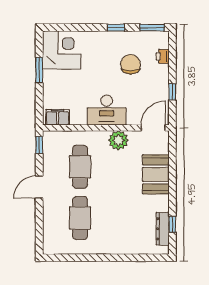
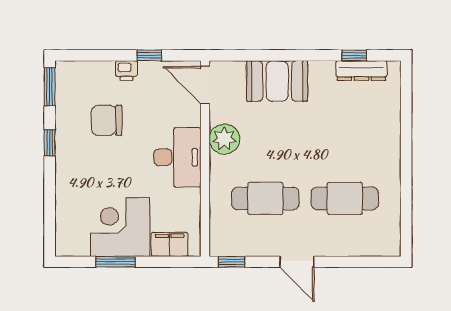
corner desk: (62, 50) -> (120, 227), moved
printer: (163, 56) -> (127, 71), moved
filing cabinet: (58, 117) -> (170, 244), moved, turned 90

